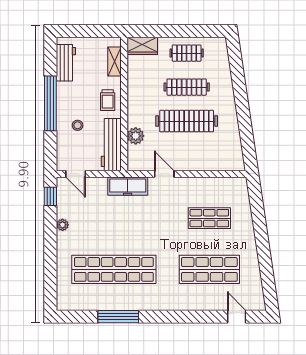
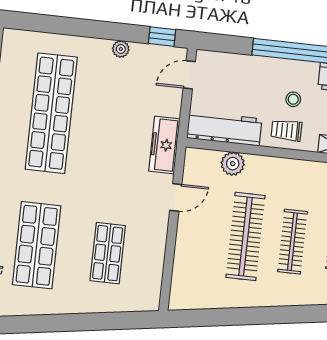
stool: (78, 125) -> (293, 99), moved

